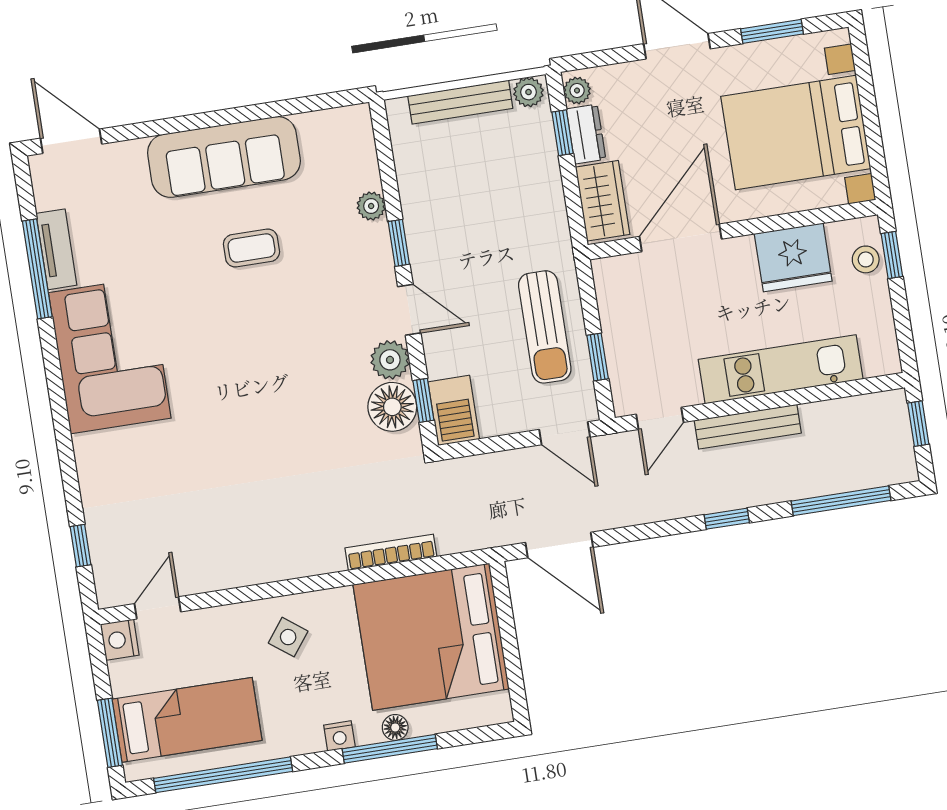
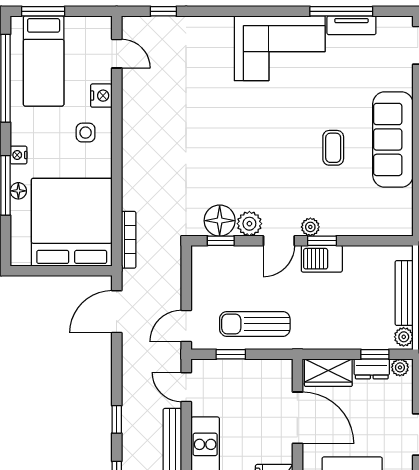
plant: (371, 206) -> (310, 227), moved
barbecue: (454, 410) -> (322, 259), moved
bookcase: (391, 552) -> (129, 240), moved
side table: (288, 637) -> (86, 133), turned -37
nightstand: (120, 640) -> (101, 96), moved, turned 90

